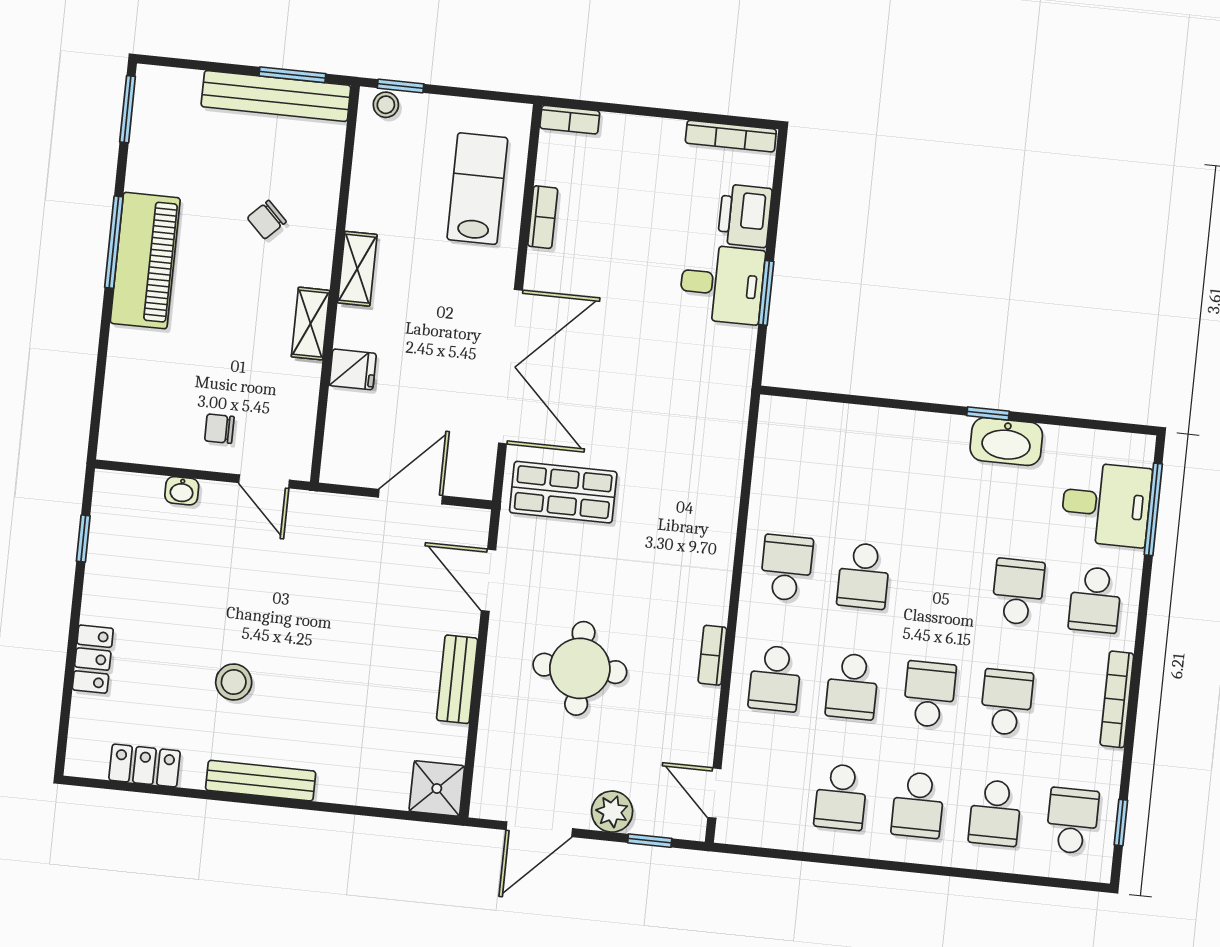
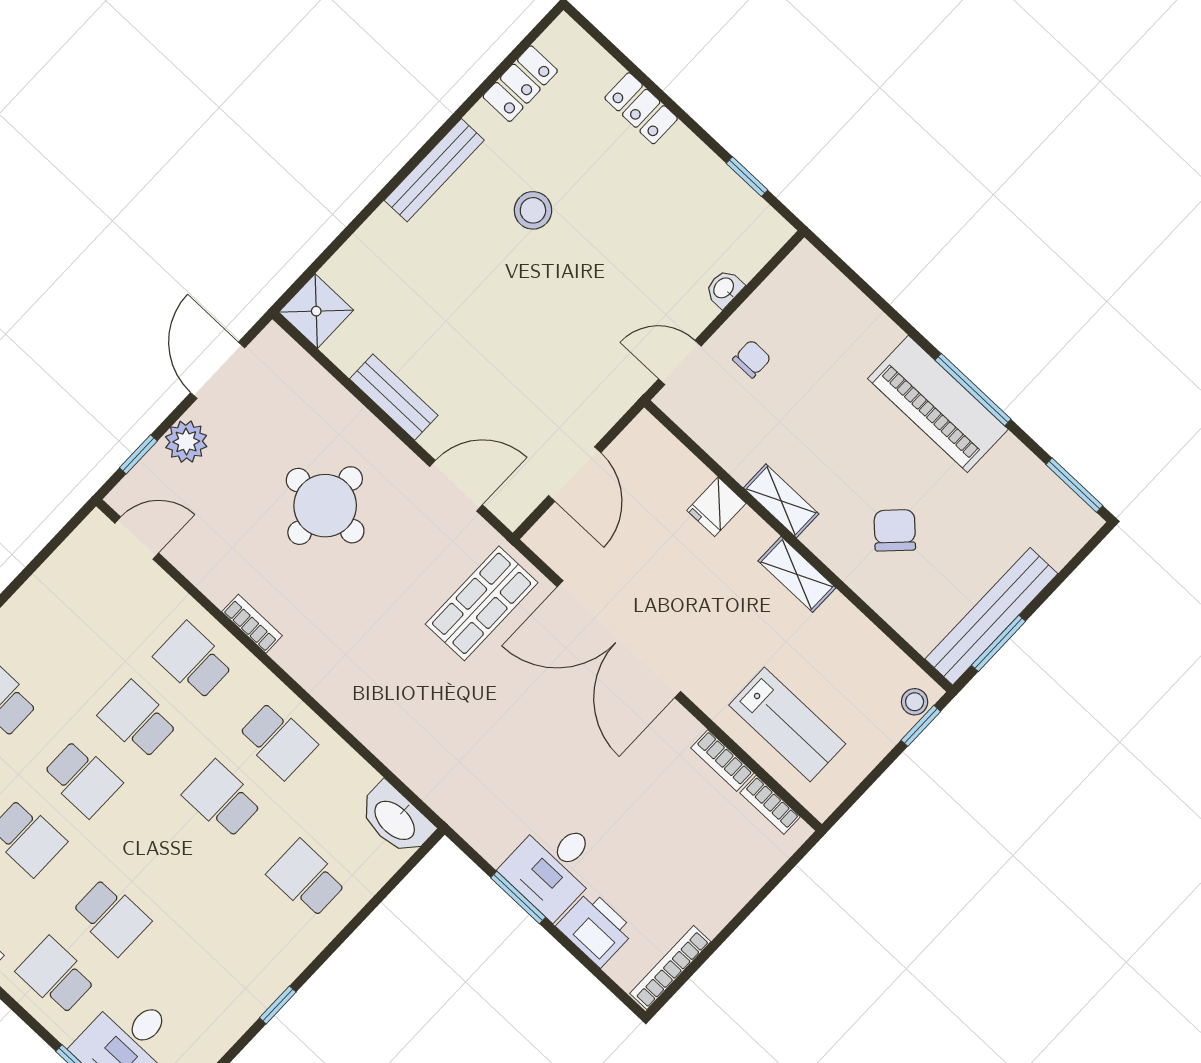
bookcase: (570, 120) -> (770, 805), moved, turned -90
chair: (267, 220) -> (895, 530), width x1.37, depth x1.37
washbasin: (1006, 442) -> (396, 819), moved, turned -90
school desk: (841, 797) -> (306, 879), moved

